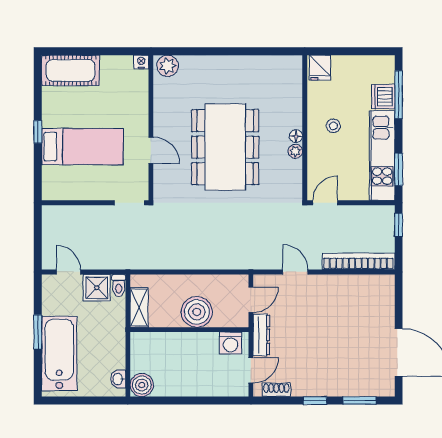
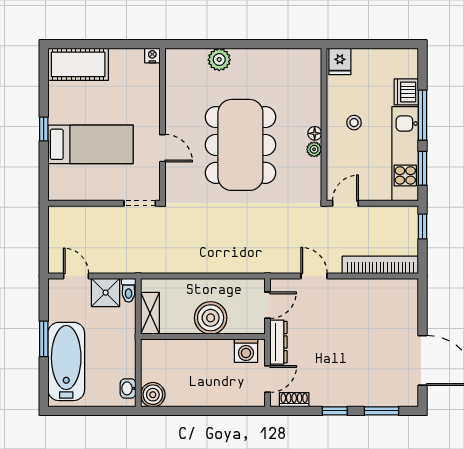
plant: (168, 66) -> (219, 60), moved
window: (399, 95) -> (423, 115), moved

